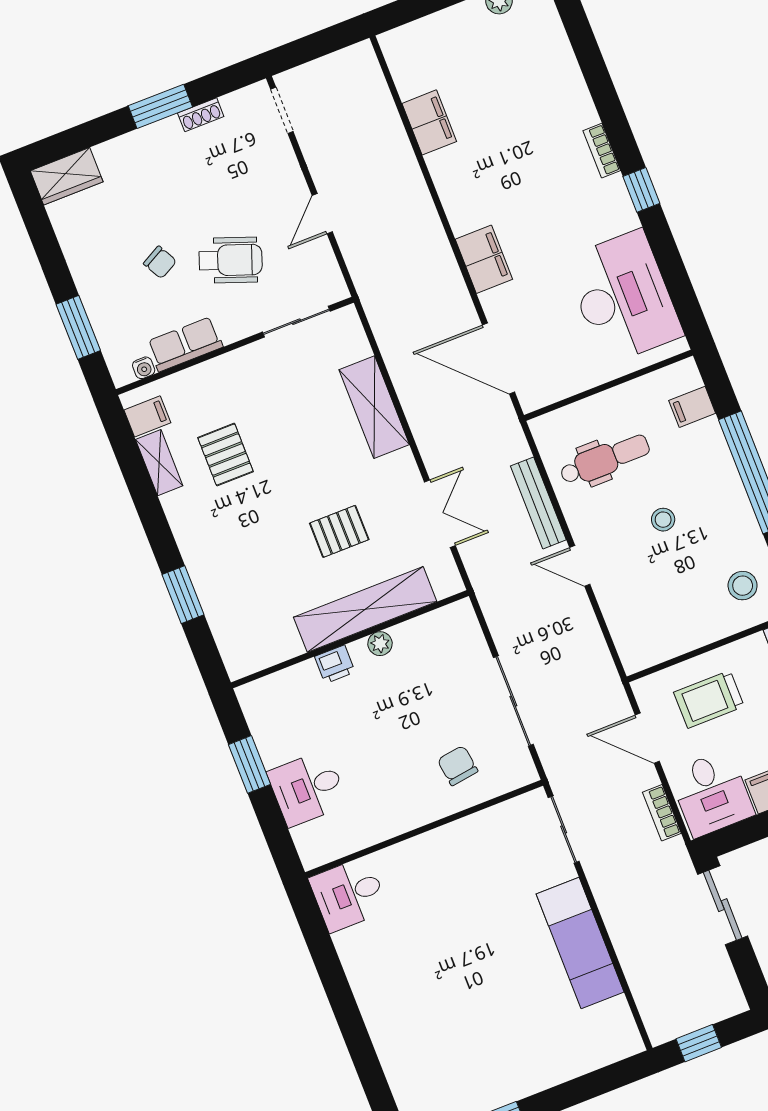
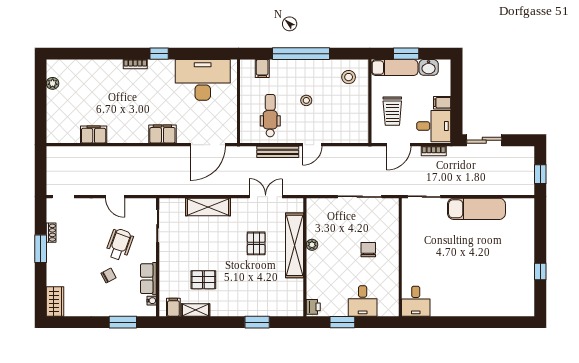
printer: (335, 664) -> (313, 307), moved
chair: (458, 766) -> (368, 250), moved, turned 98

